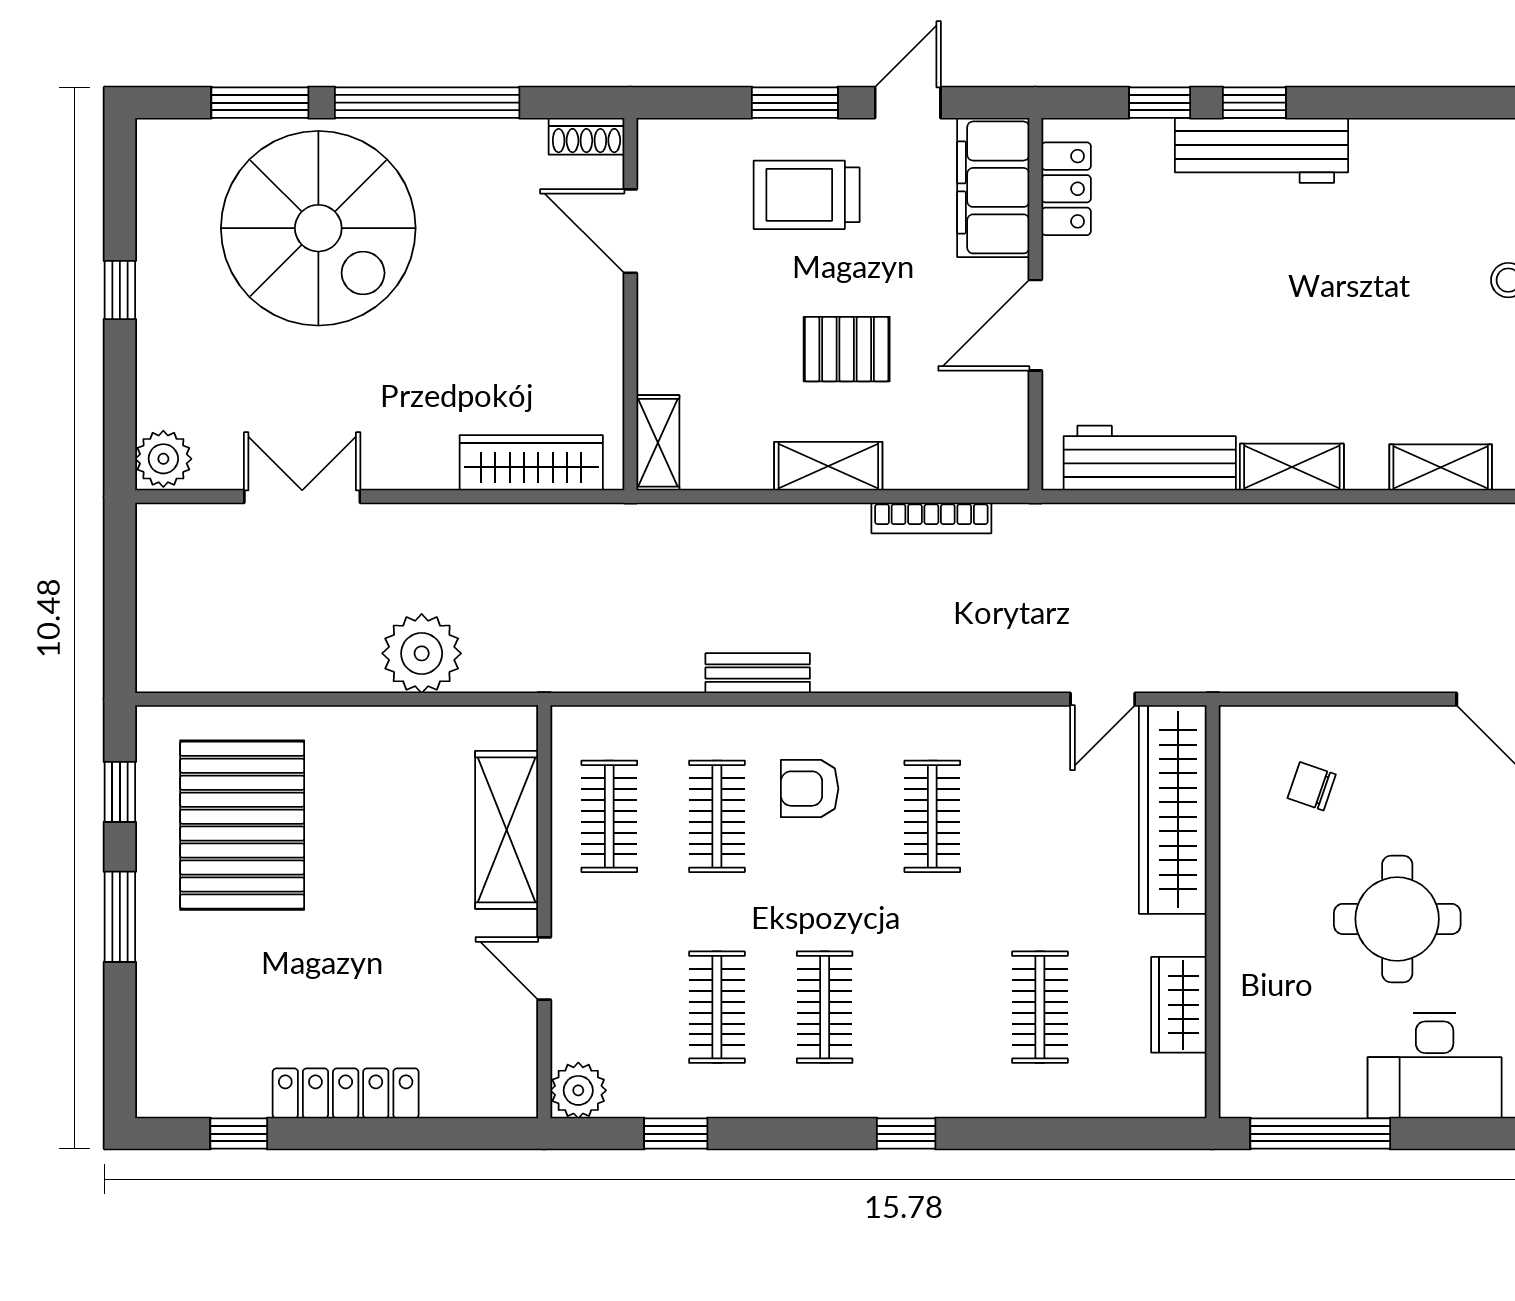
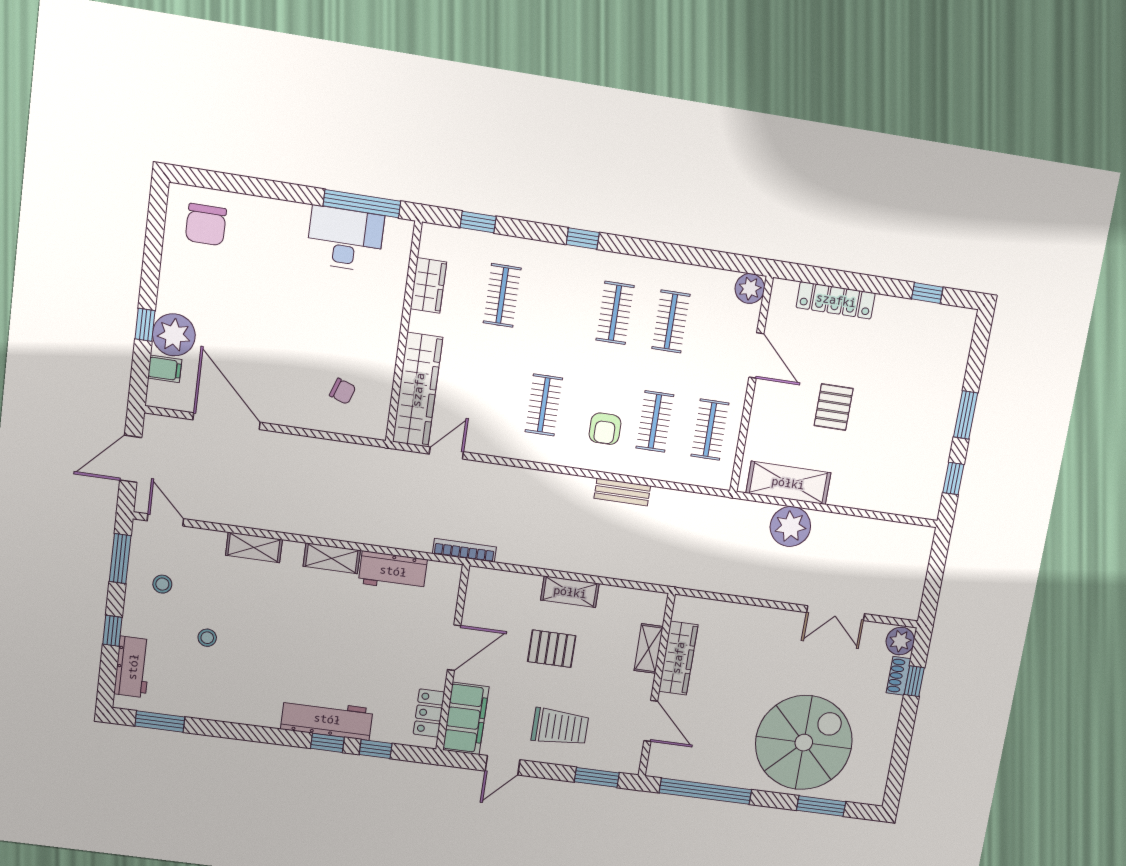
window: (427, 103) -> (705, 791), moved
window: (795, 103) -> (597, 777), moved
shoe rack: (586, 136) -> (899, 676), moved, turned -90
spiral stairs: (318, 228) -> (804, 743), turned 90
window: (120, 290) -> (914, 681), moved
shelving: (658, 443) -> (649, 649), moved
workbench: (1150, 458) -> (393, 571), width x0.73
wardrobe: (531, 463) -> (678, 658), moved, turned -90
bookcase: (931, 518) -> (464, 550), moved
armchair: (810, 789) -> (605, 429), turned 90
pallet: (242, 825) -> (834, 407), moved, width x0.49, depth x0.50
shelving: (507, 830) -> (788, 483), moved, turned 90
round table: (1397, 919) -> (306, 314), removed
door: (544, 969) -> (756, 355), width x1.38
desk: (1435, 1066) -> (345, 239), moved
locker: (346, 1093) -> (836, 300), moved
window: (676, 1134) -> (478, 222), moved

